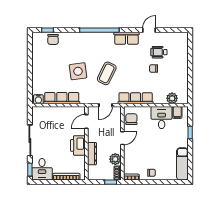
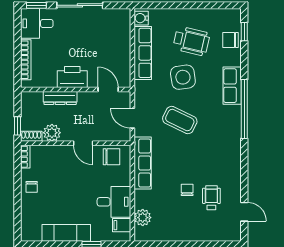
door: (149, 30) -> (244, 212), moved
row of seats: (126, 38) -> (232, 86), moved
wheelchair: (54, 66) -> (191, 41), added
exam couch: (182, 164) -> (66, 233), moved

